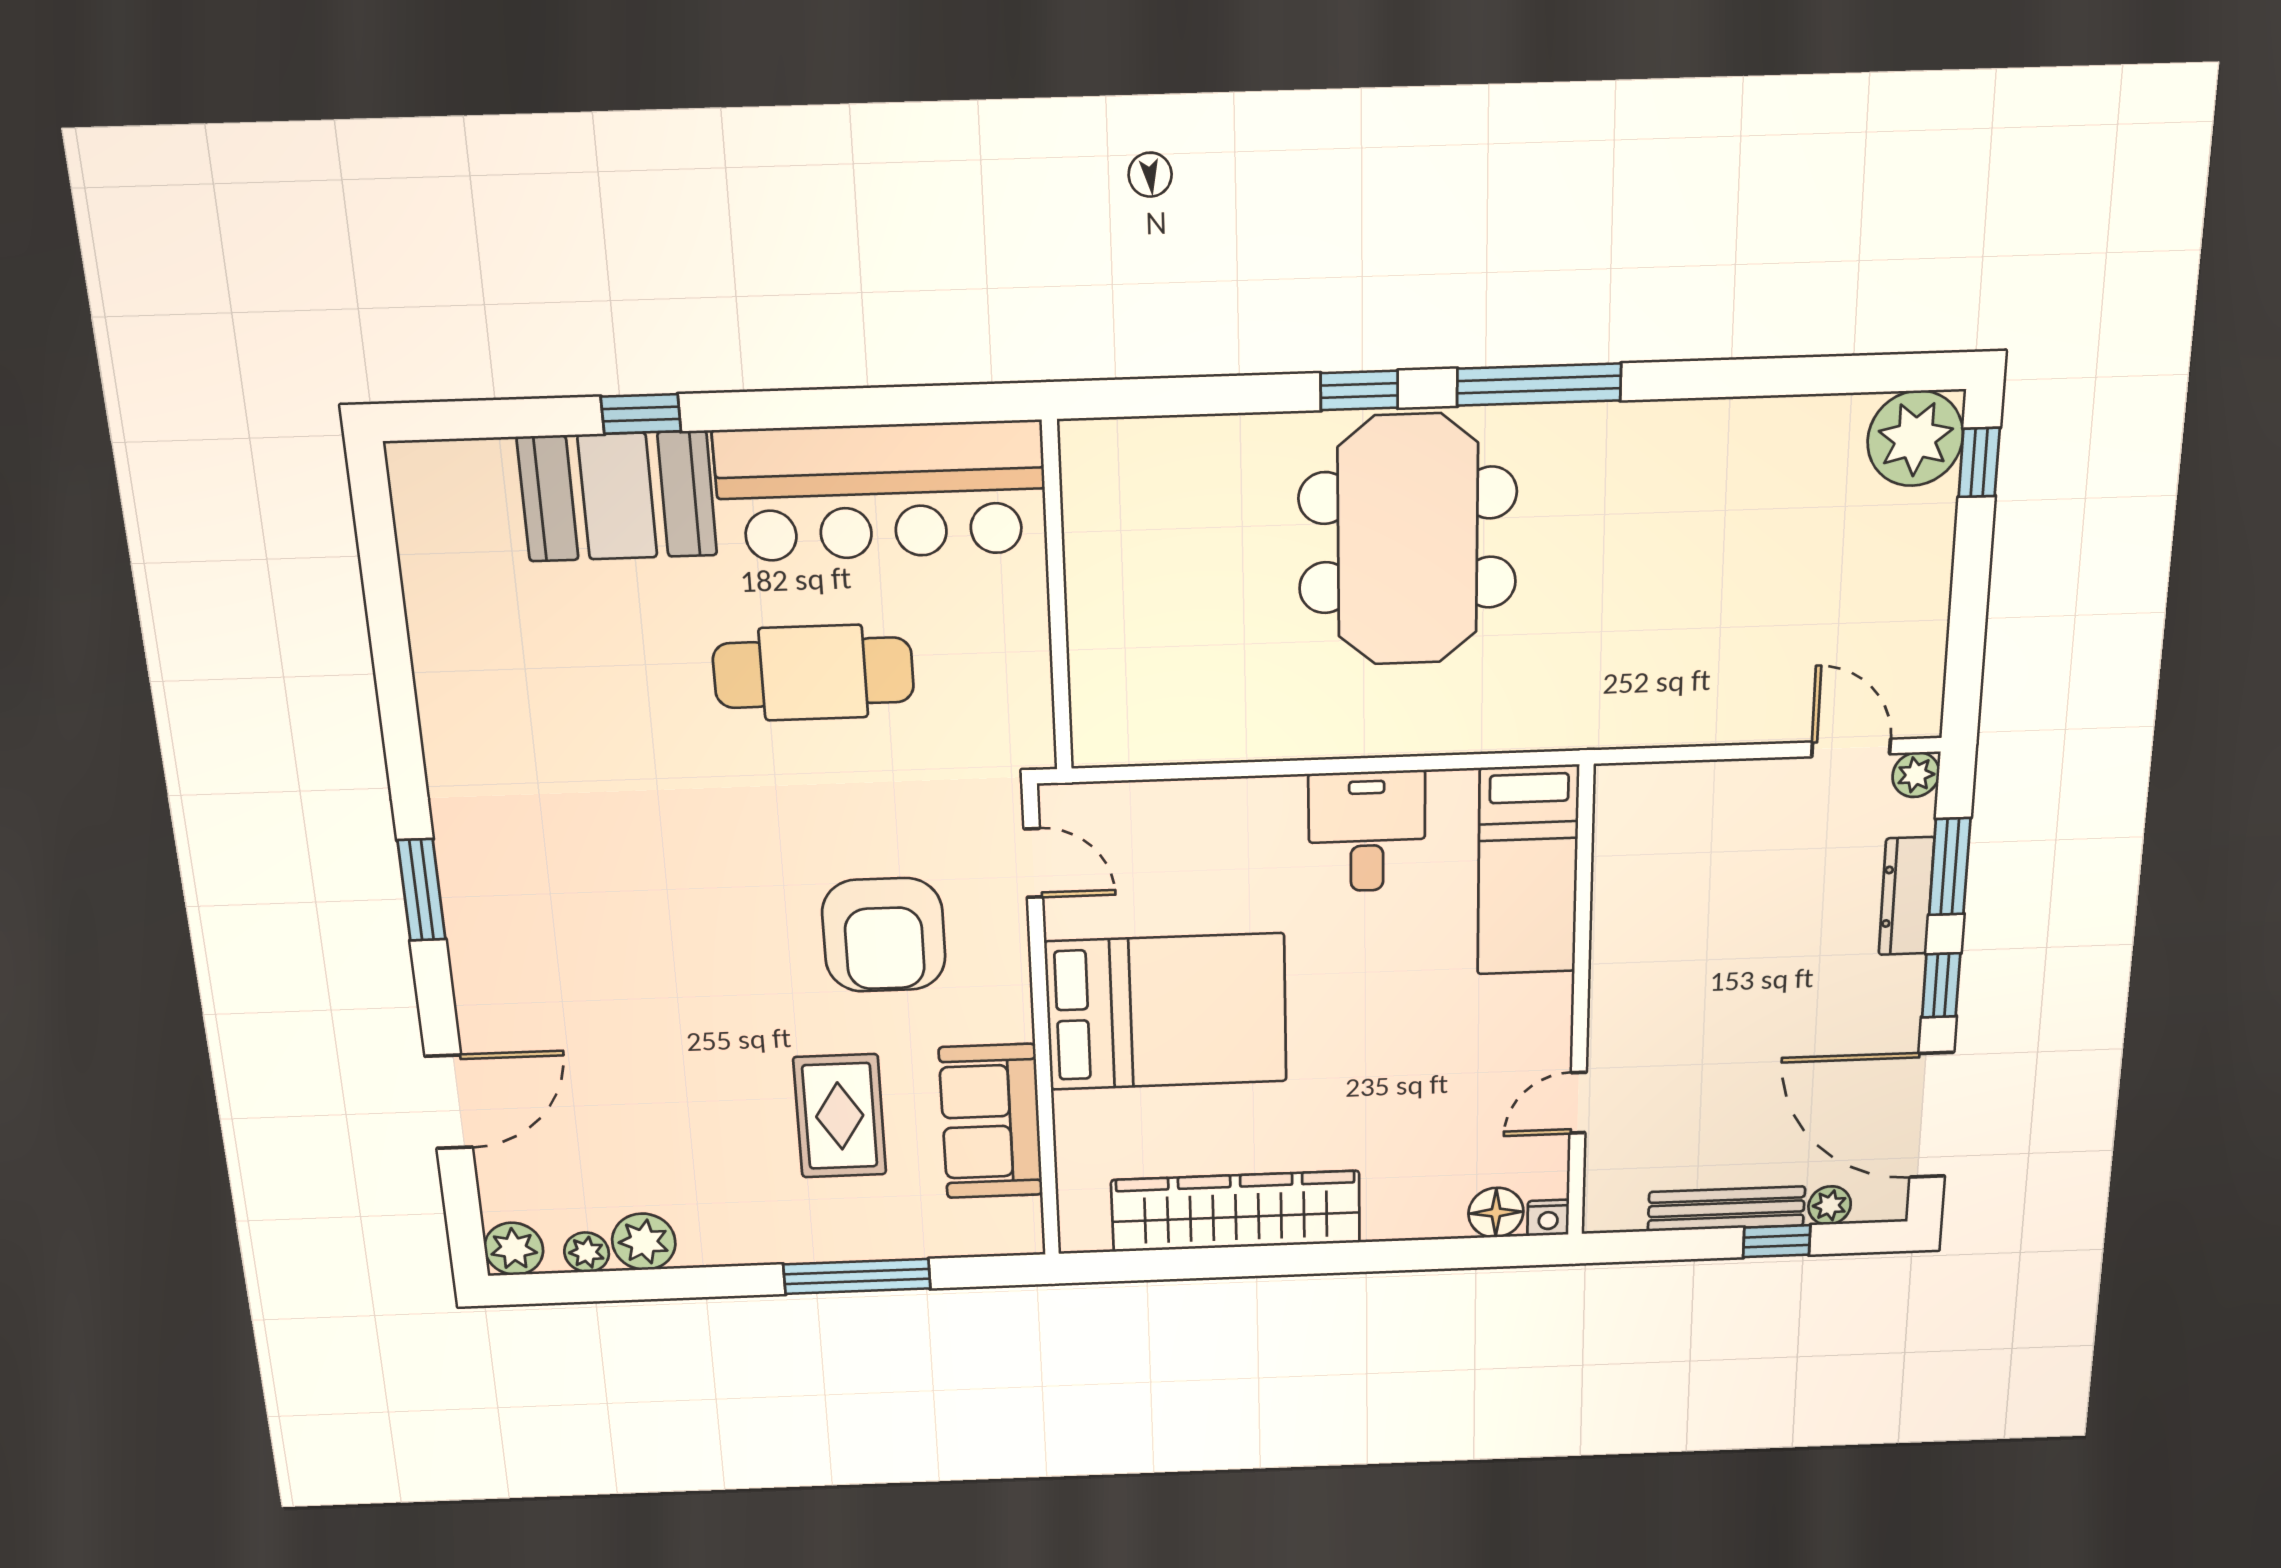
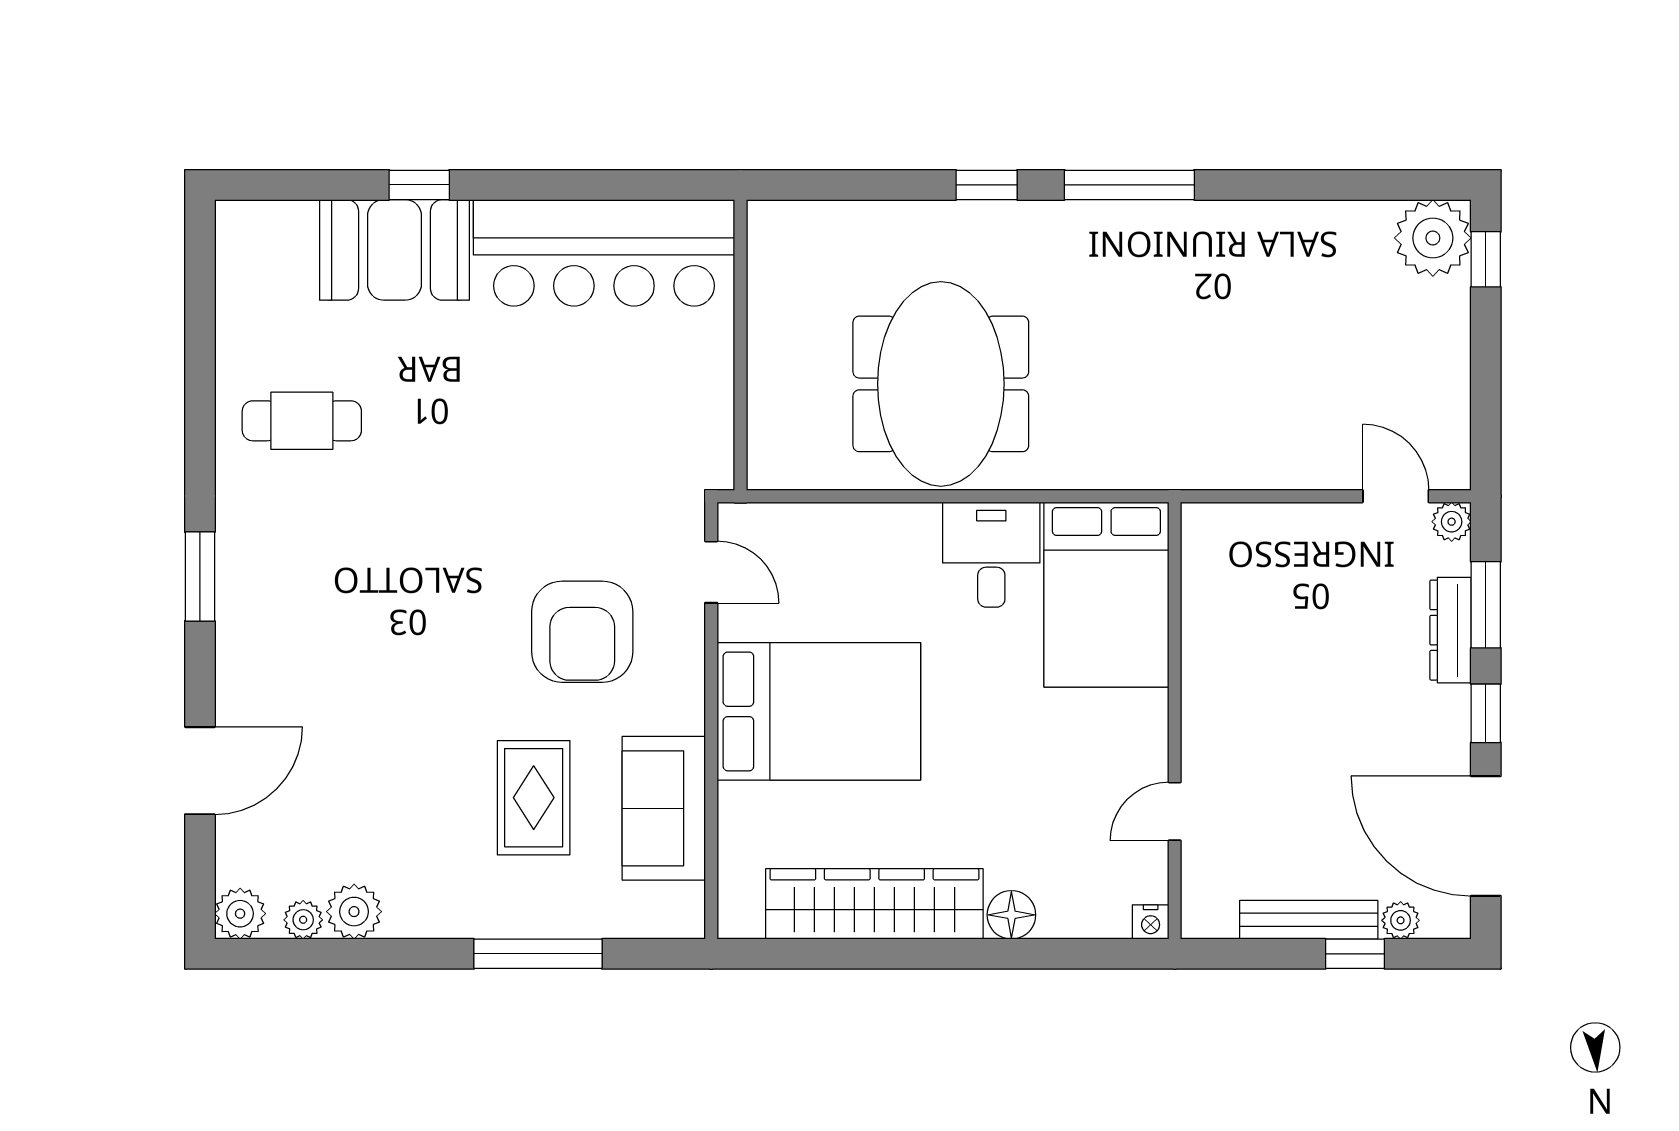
meeting table: (1408, 540) -> (941, 384), moved
cafe table: (813, 673) -> (302, 421), moved, width x0.73, depth x0.74
bed: (1528, 870) -> (1106, 595), width x1.50
floor lamp: (1496, 1213) -> (1011, 915), moved

